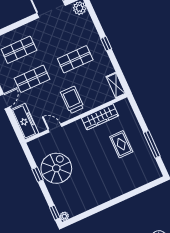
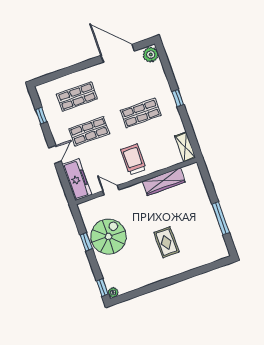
rug: (121, 144) -> (166, 242), moved

